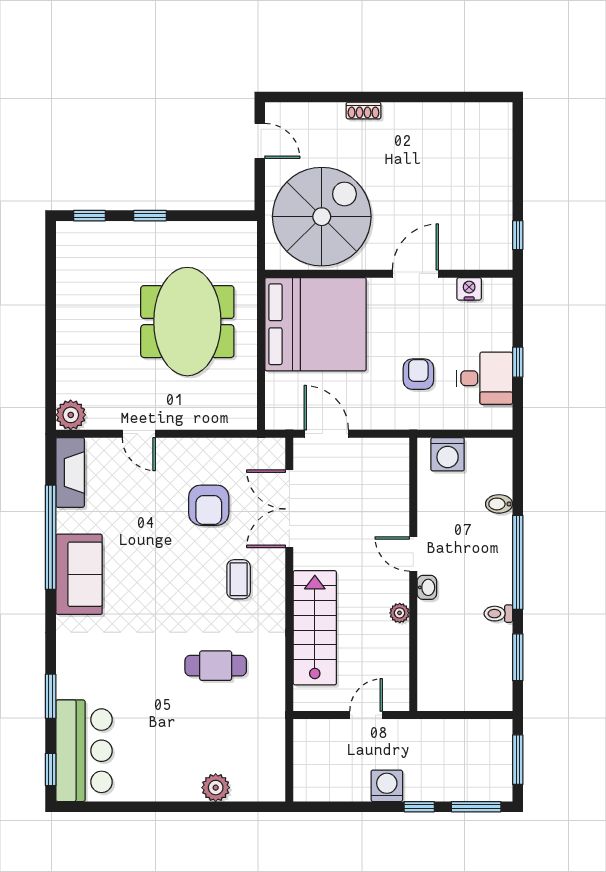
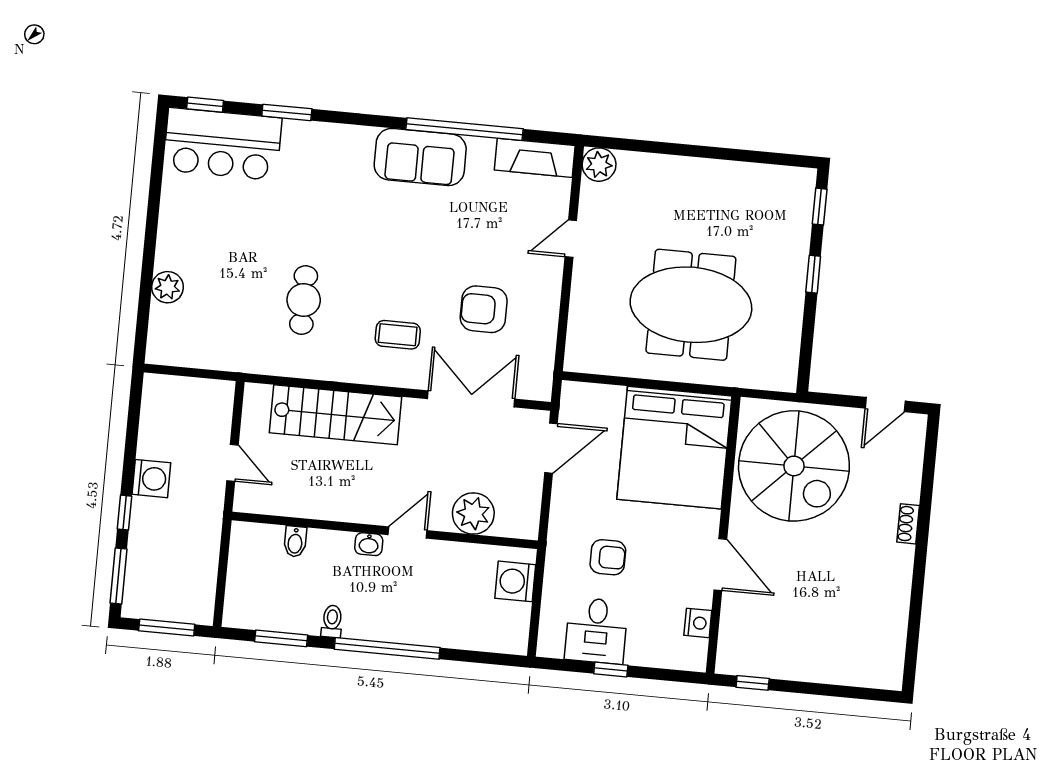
bidet: (499, 504) -> (295, 542), moved, turned 180
plant: (400, 613) -> (473, 514), moved, width x1.88, depth x1.88

